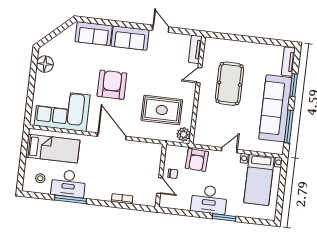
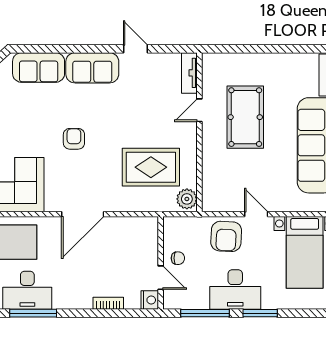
armchair: (112, 85) -> (74, 139), width x0.53, depth x0.53
door: (112, 136) -> (83, 214), swing flipped
door: (229, 150) -> (256, 214), hinge flipped
armchair: (197, 160) -> (226, 236), moved
nightstand: (150, 200) -> (150, 300), added
window: (187, 213) -> (205, 313), added

